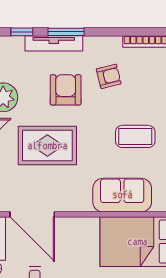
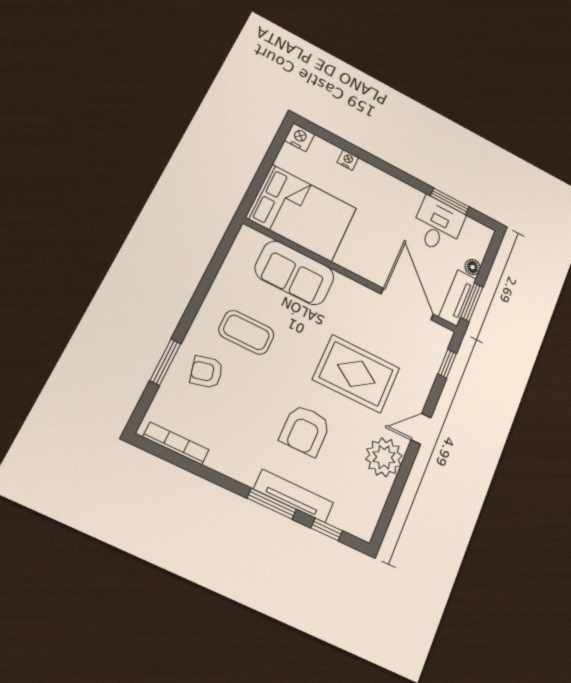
armchair: (109, 76) -> (206, 372), moved

